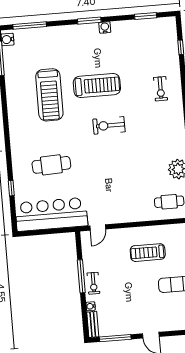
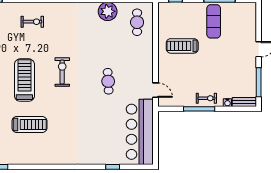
treadmill: (49, 95) -> (29, 125), width x0.73, depth x0.73
exercise bike: (109, 125) -> (62, 72), turned 180
cafe table: (51, 165) -> (108, 81), moved, width x0.73, depth x0.74
treadmill: (148, 253) -> (182, 46), turned 90

